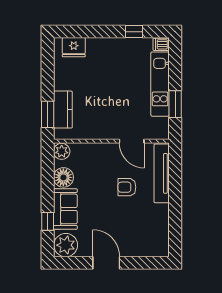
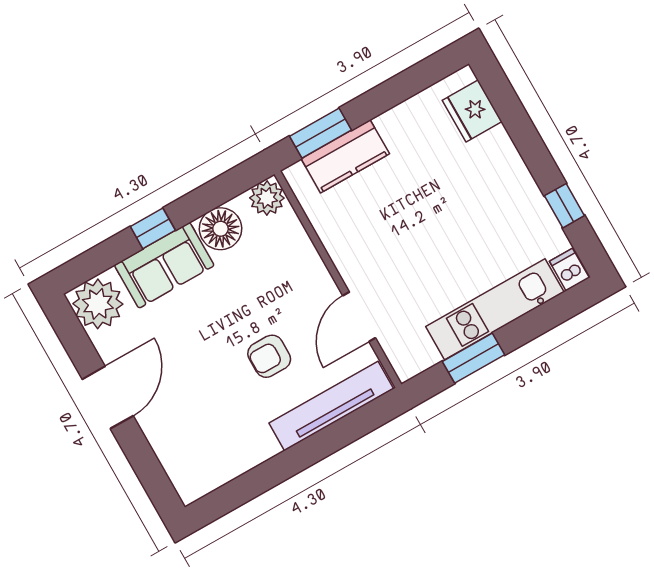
armchair: (127, 187) -> (269, 356), turned -90
window: (48, 221) -> (153, 228), moved

